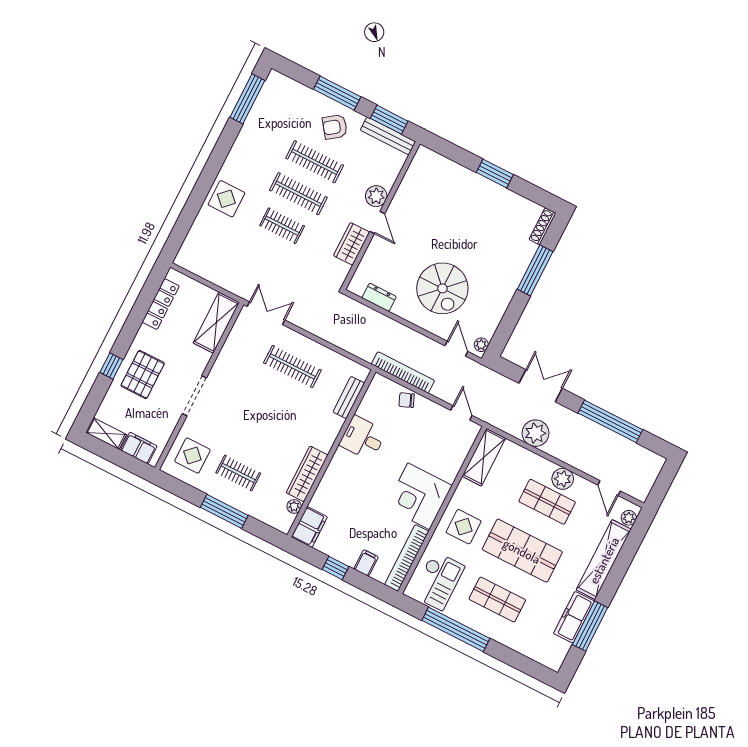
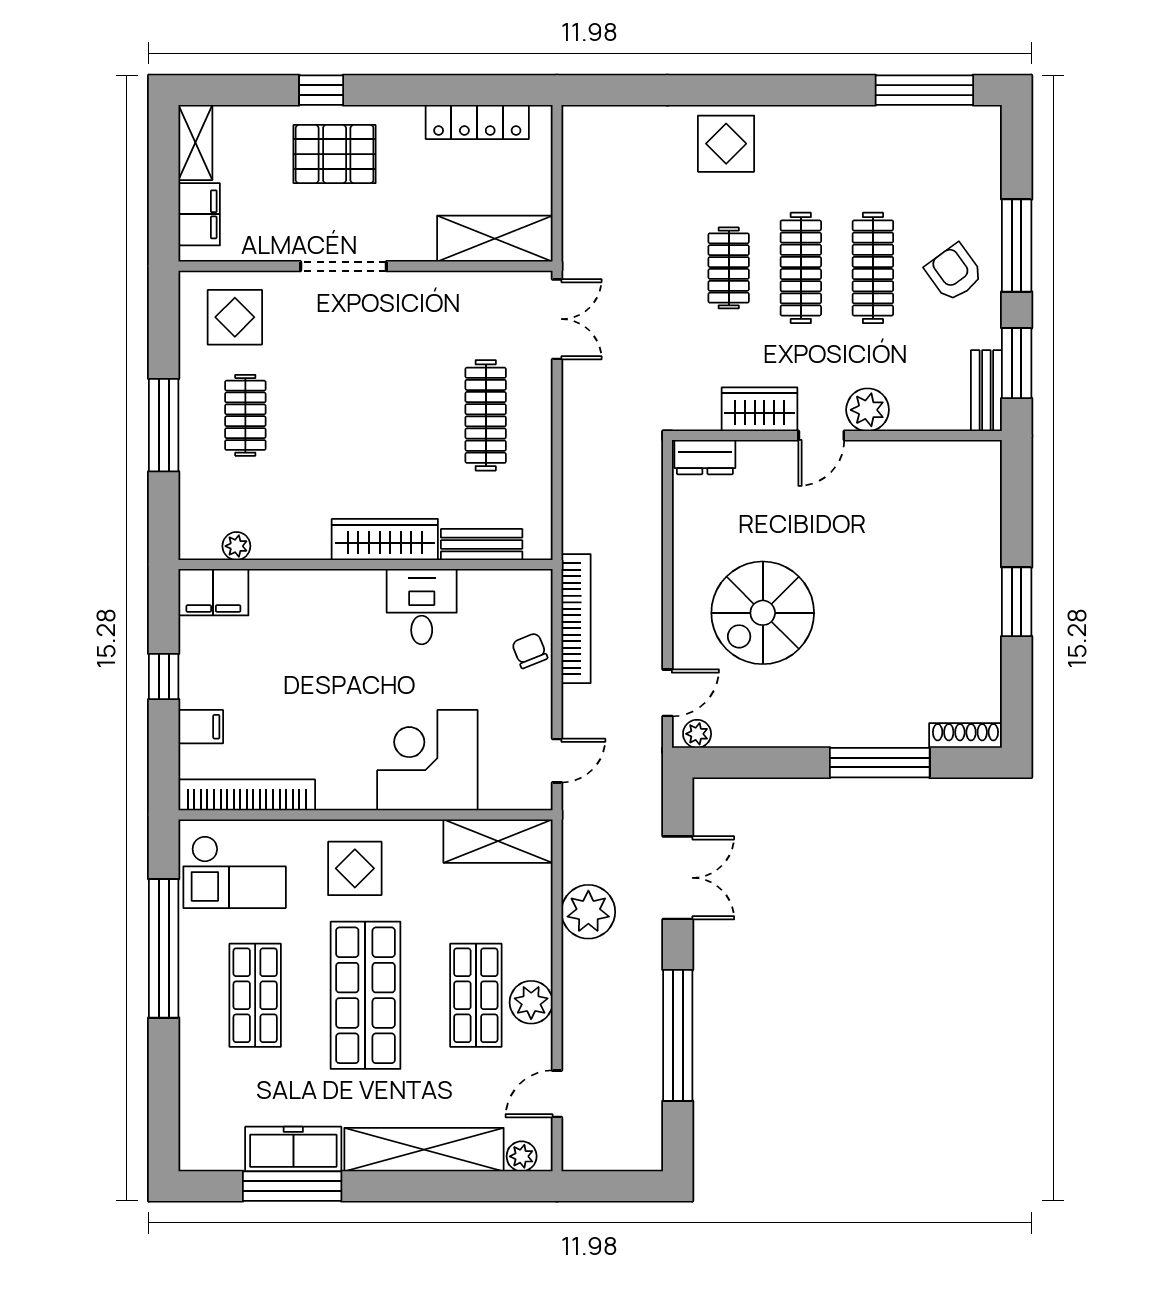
bench: (388, 136) -> (986, 391), width x0.73
dresser: (379, 297) -> (705, 457), moved, turned 90
wardrobe: (307, 474) -> (385, 539), moved
corner desk: (419, 496) -> (427, 760), moved

